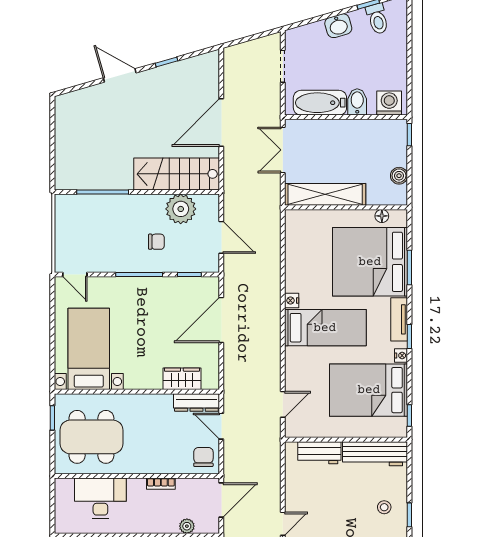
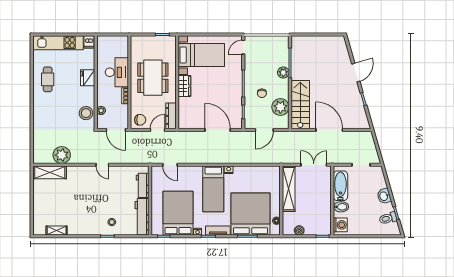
plant: (120, 204) -> (283, 73), added
wardrobe: (182, 379) -> (184, 86), moved
dining table: (91, 437) -> (153, 78), moved
desk: (100, 498) -> (117, 72), moved

